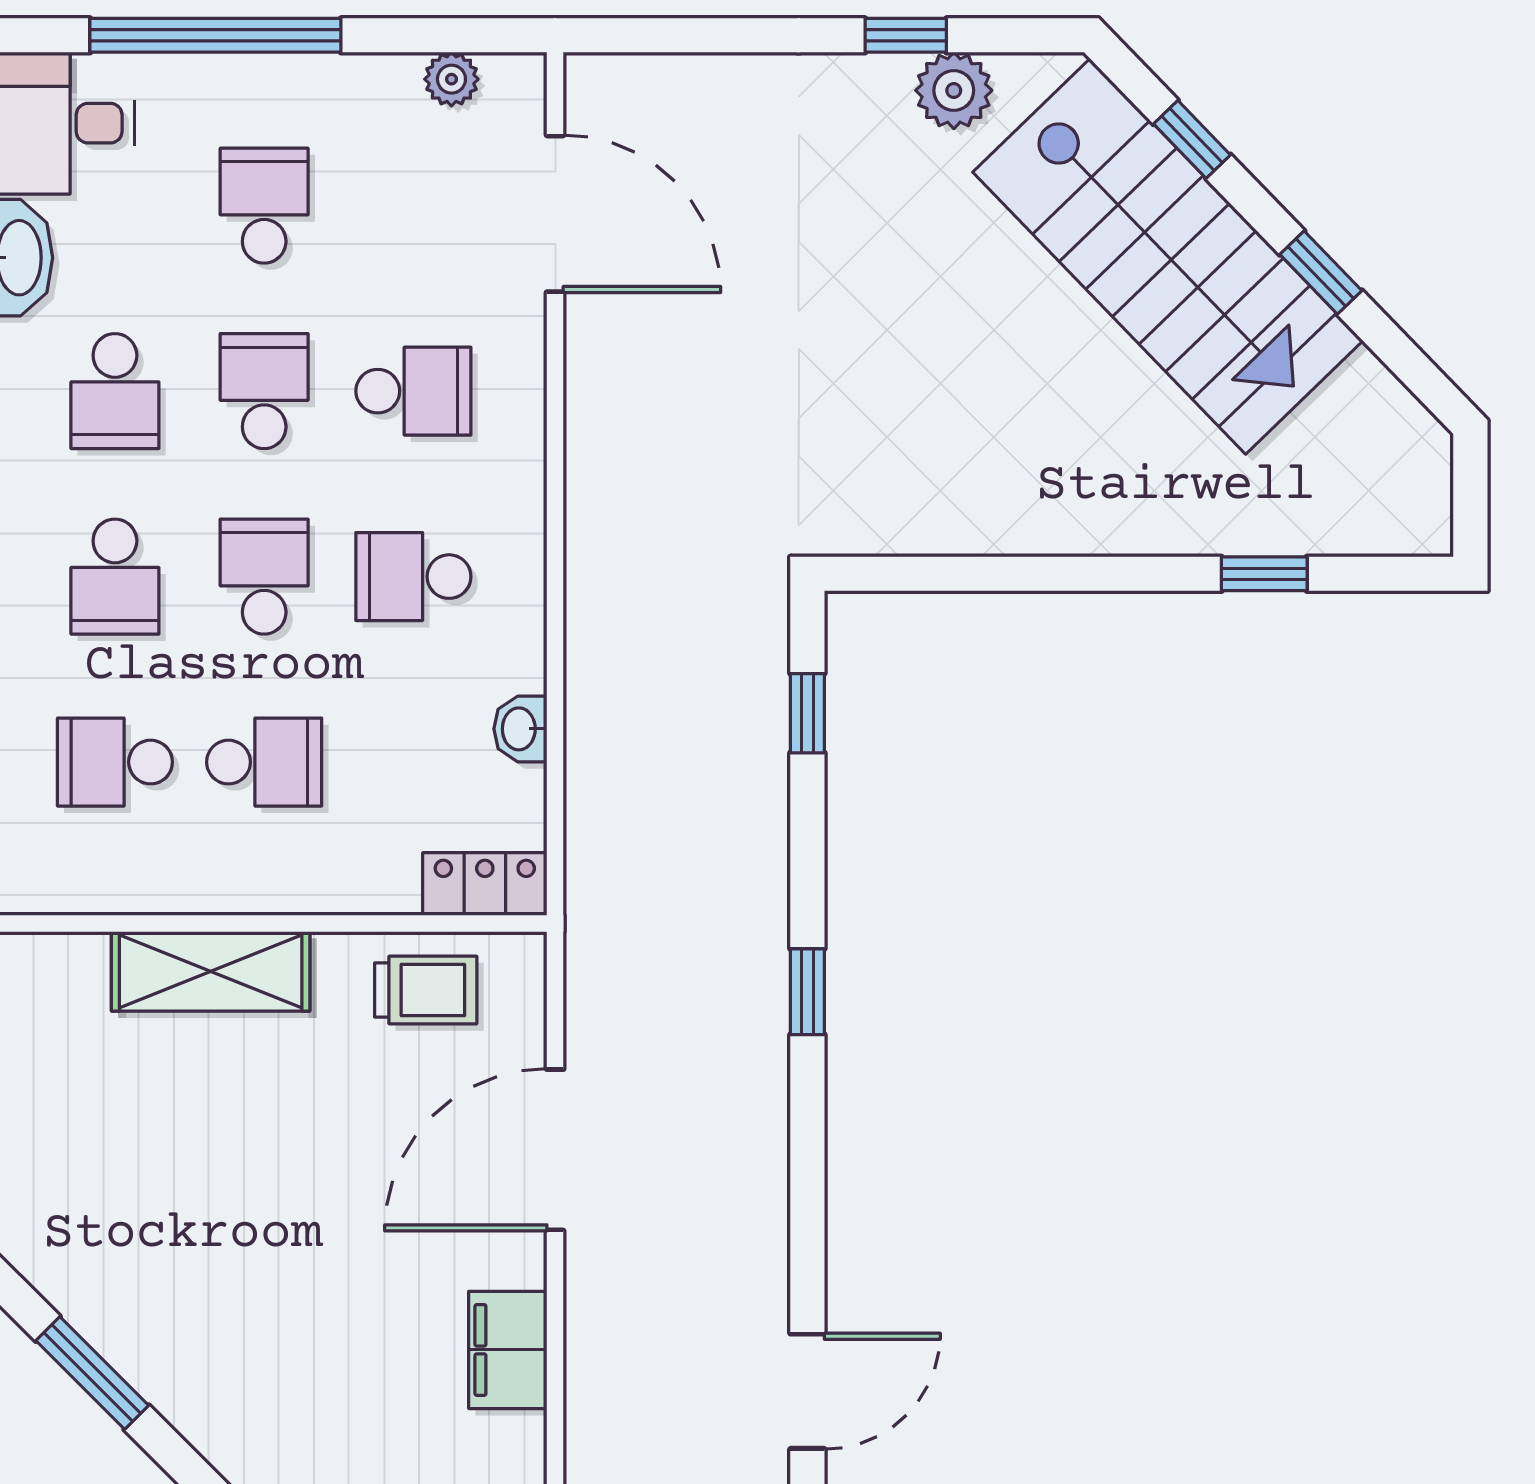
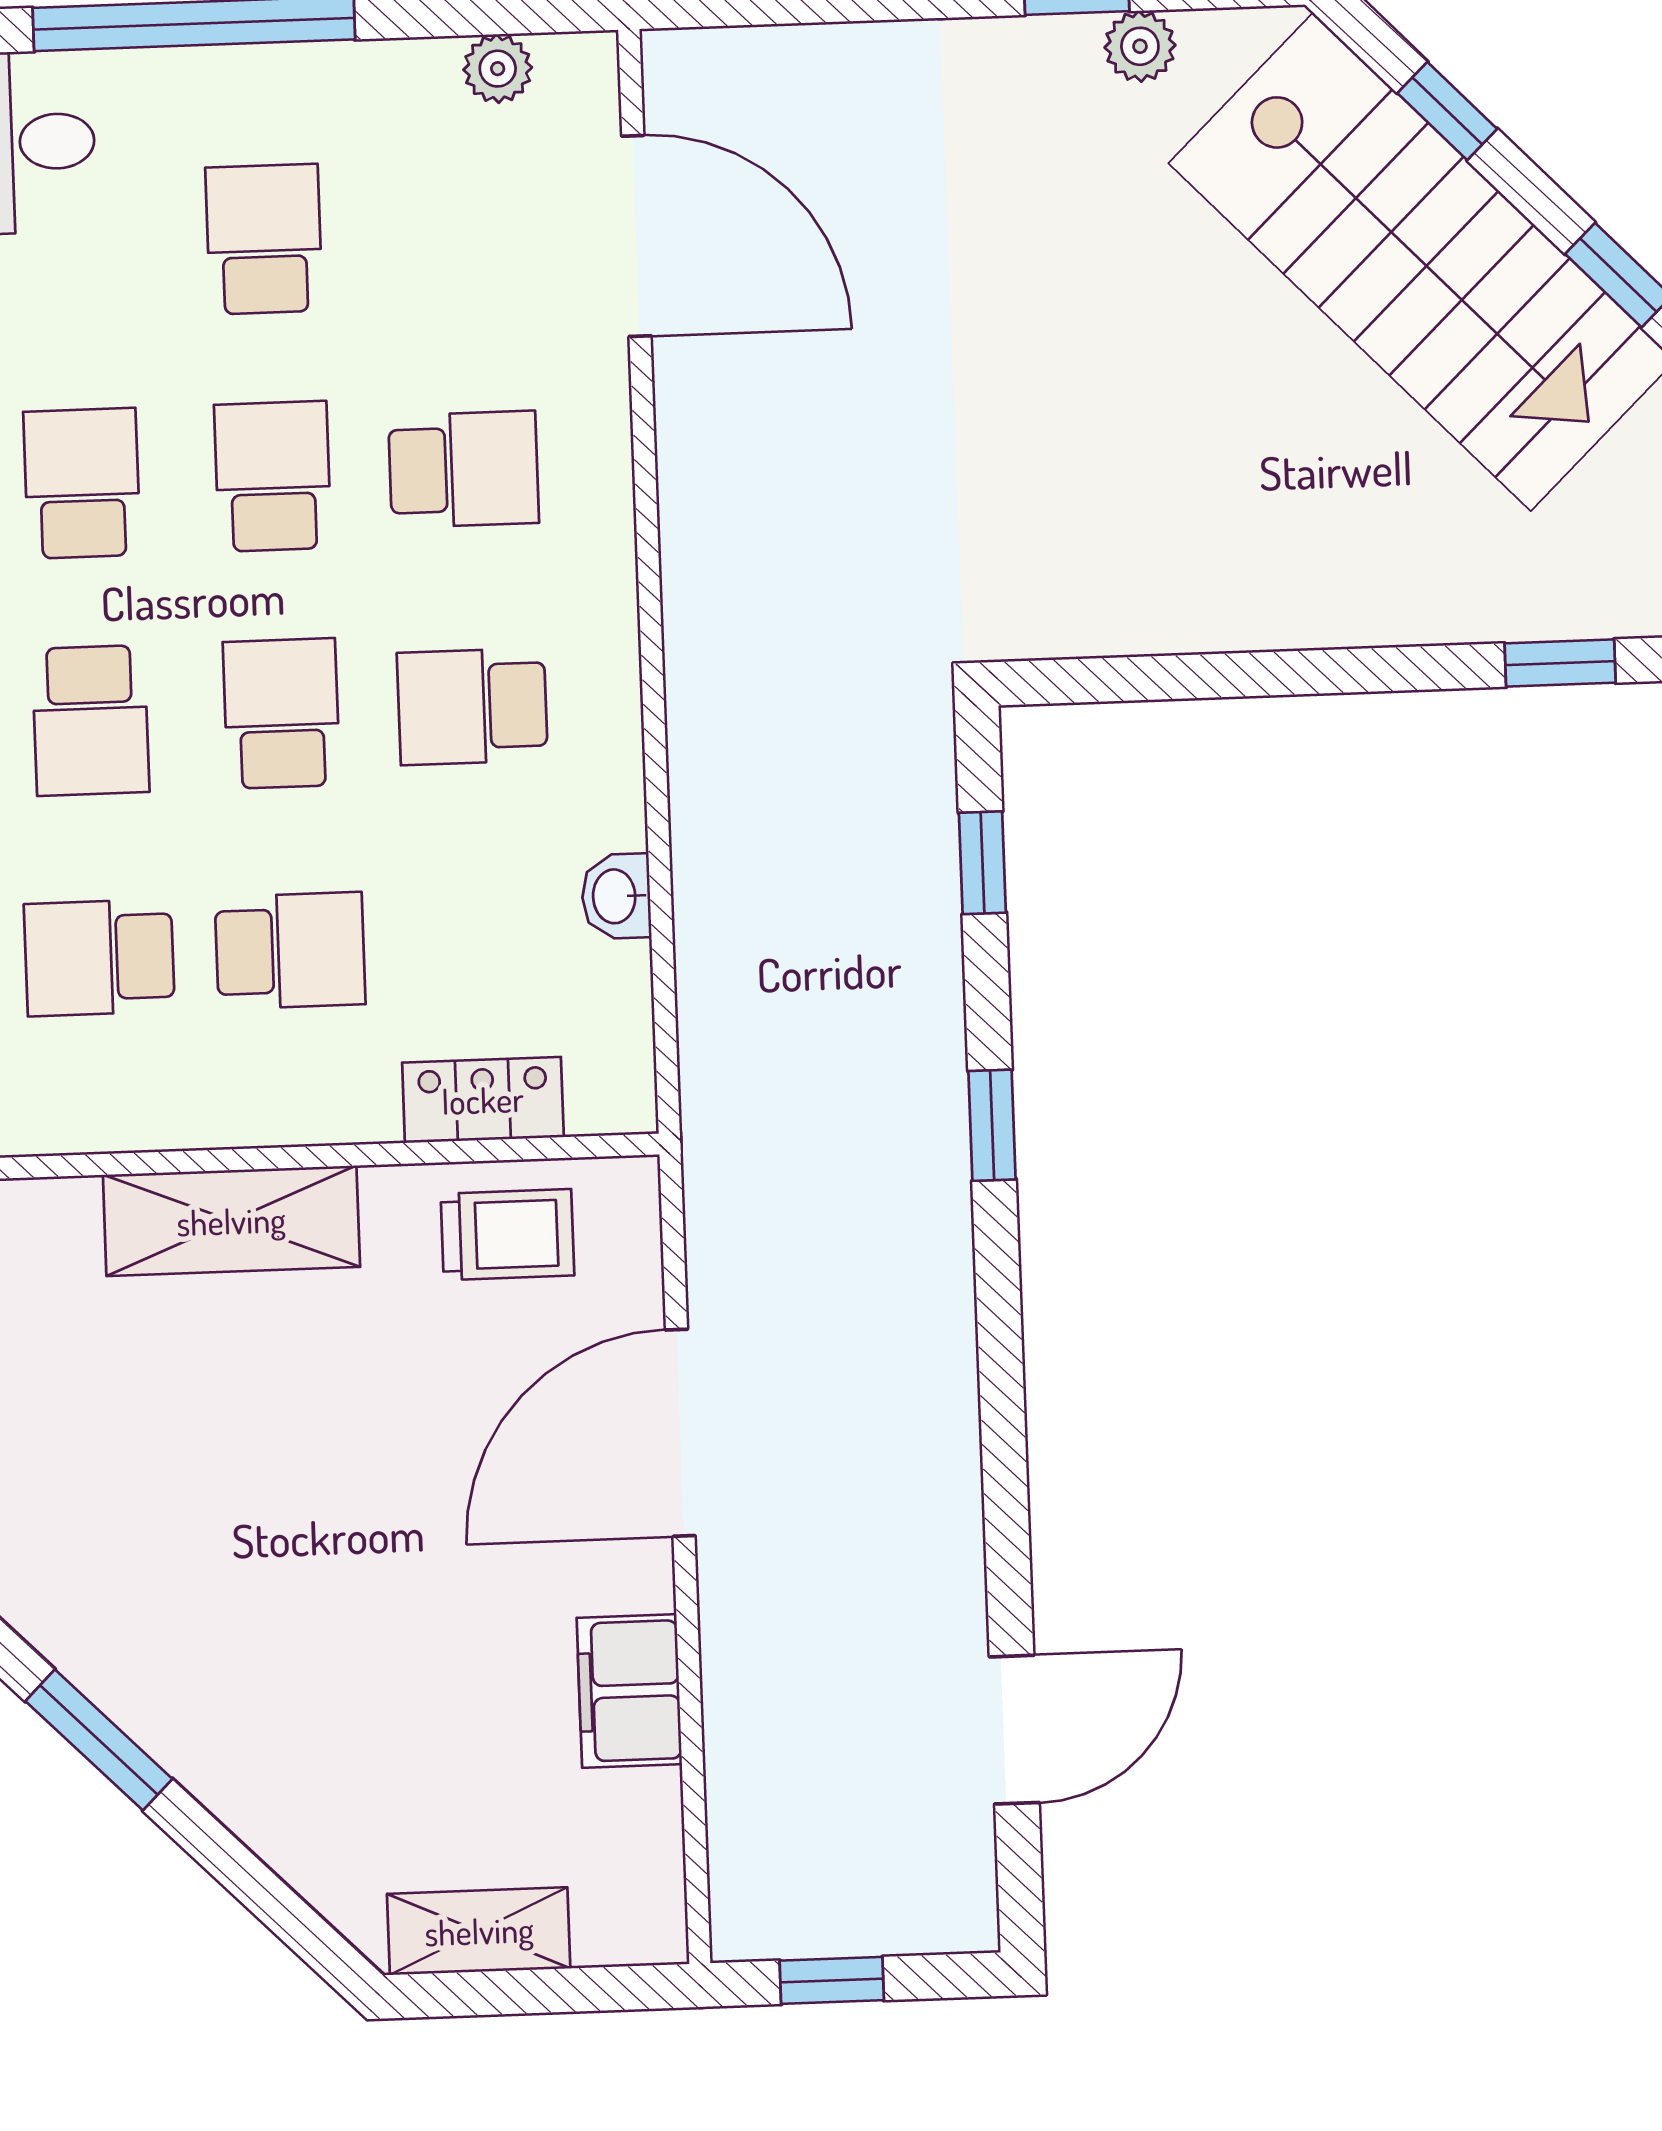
plant: (954, 90) -> (1140, 46), width x0.73, depth x0.73
school desk: (115, 391) -> (82, 483), turned 180
locker: (485, 884) -> (483, 1100), moved
window: (807, 992) -> (992, 1125), moved

